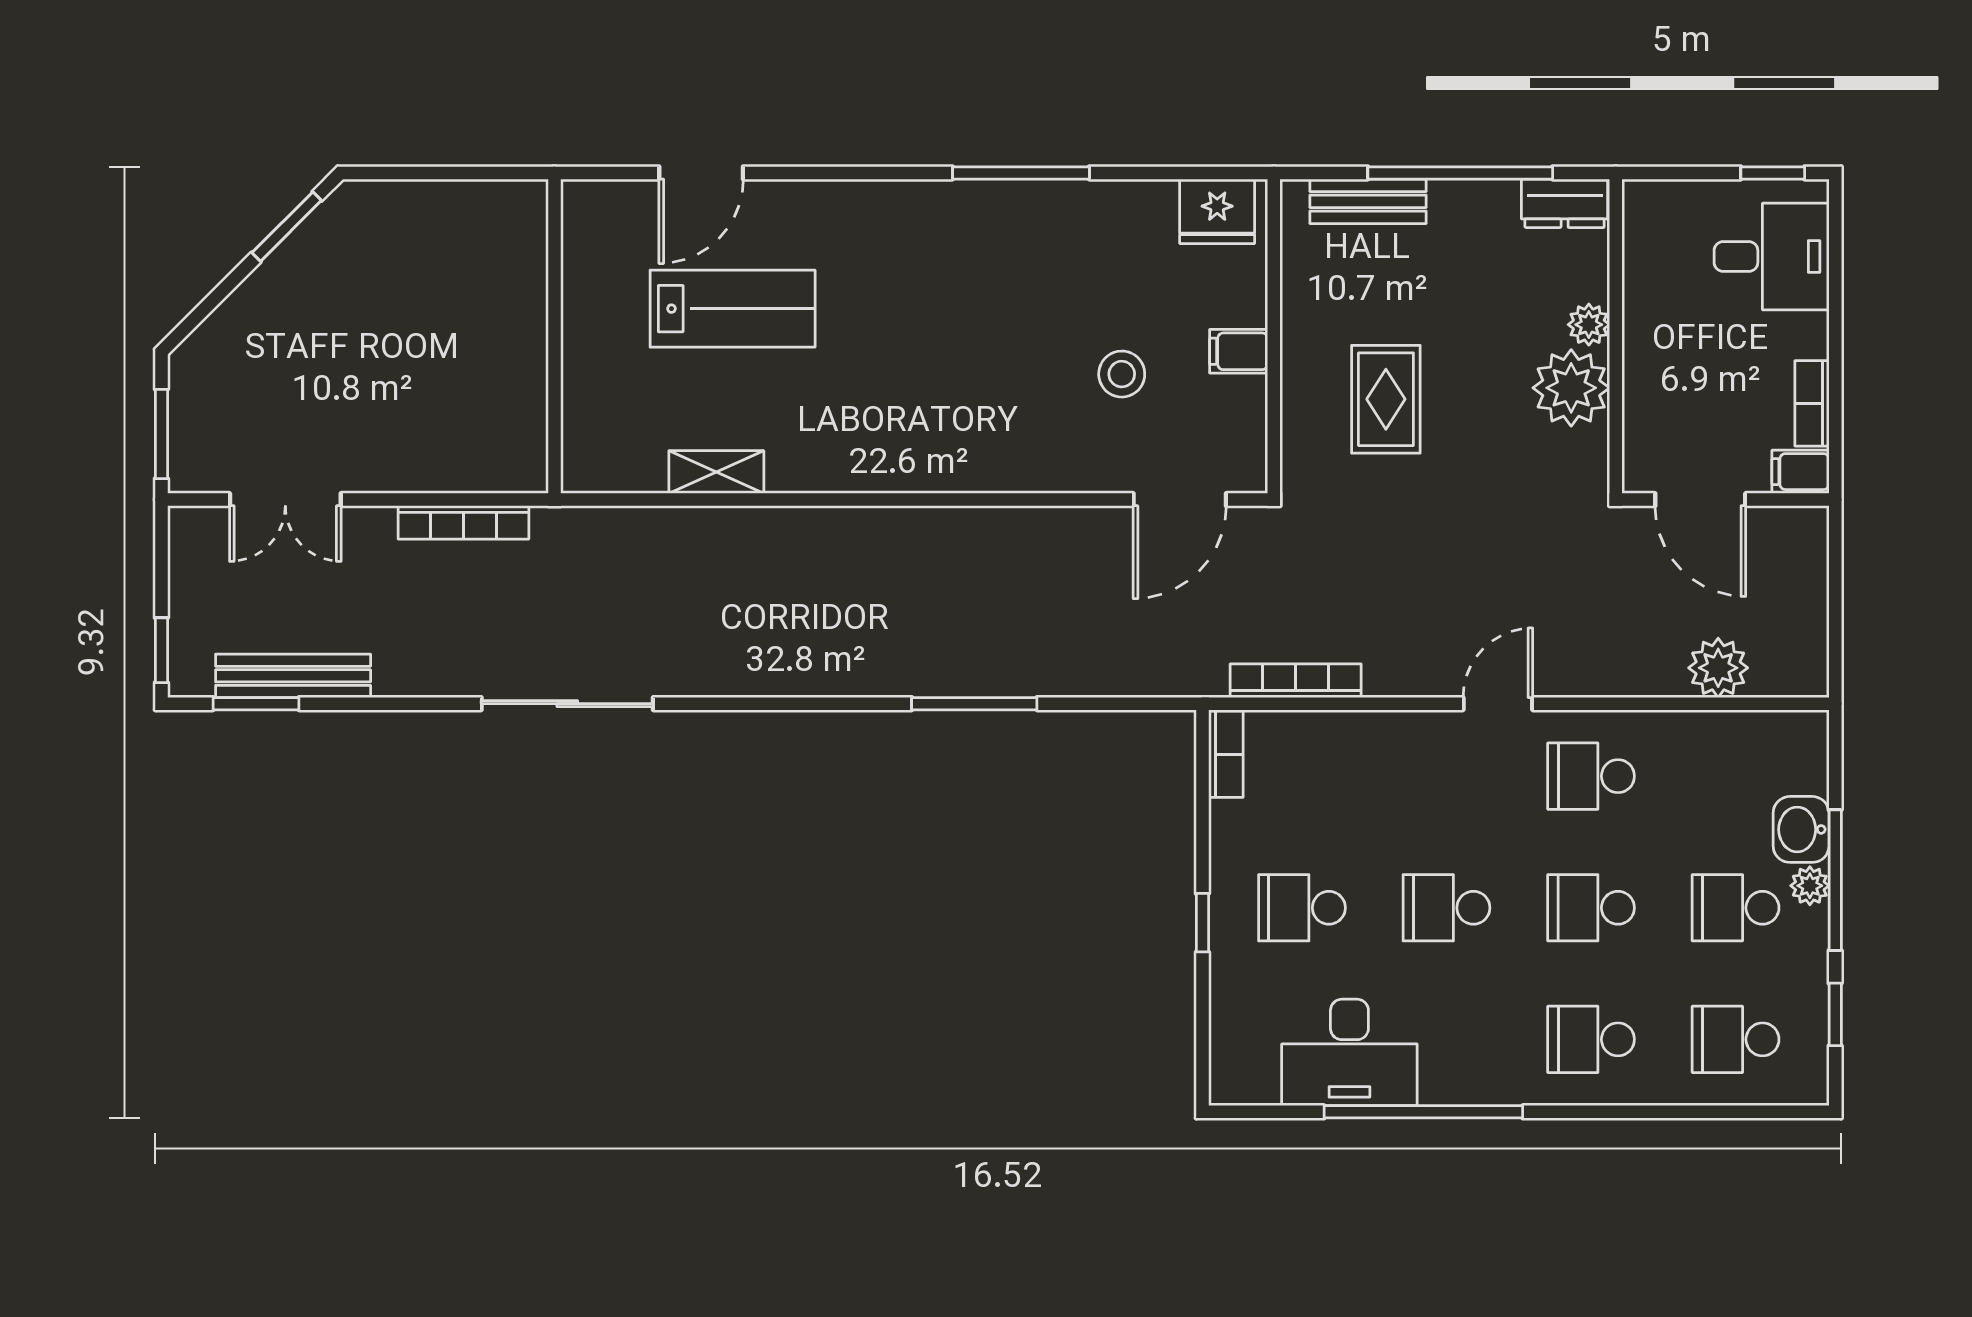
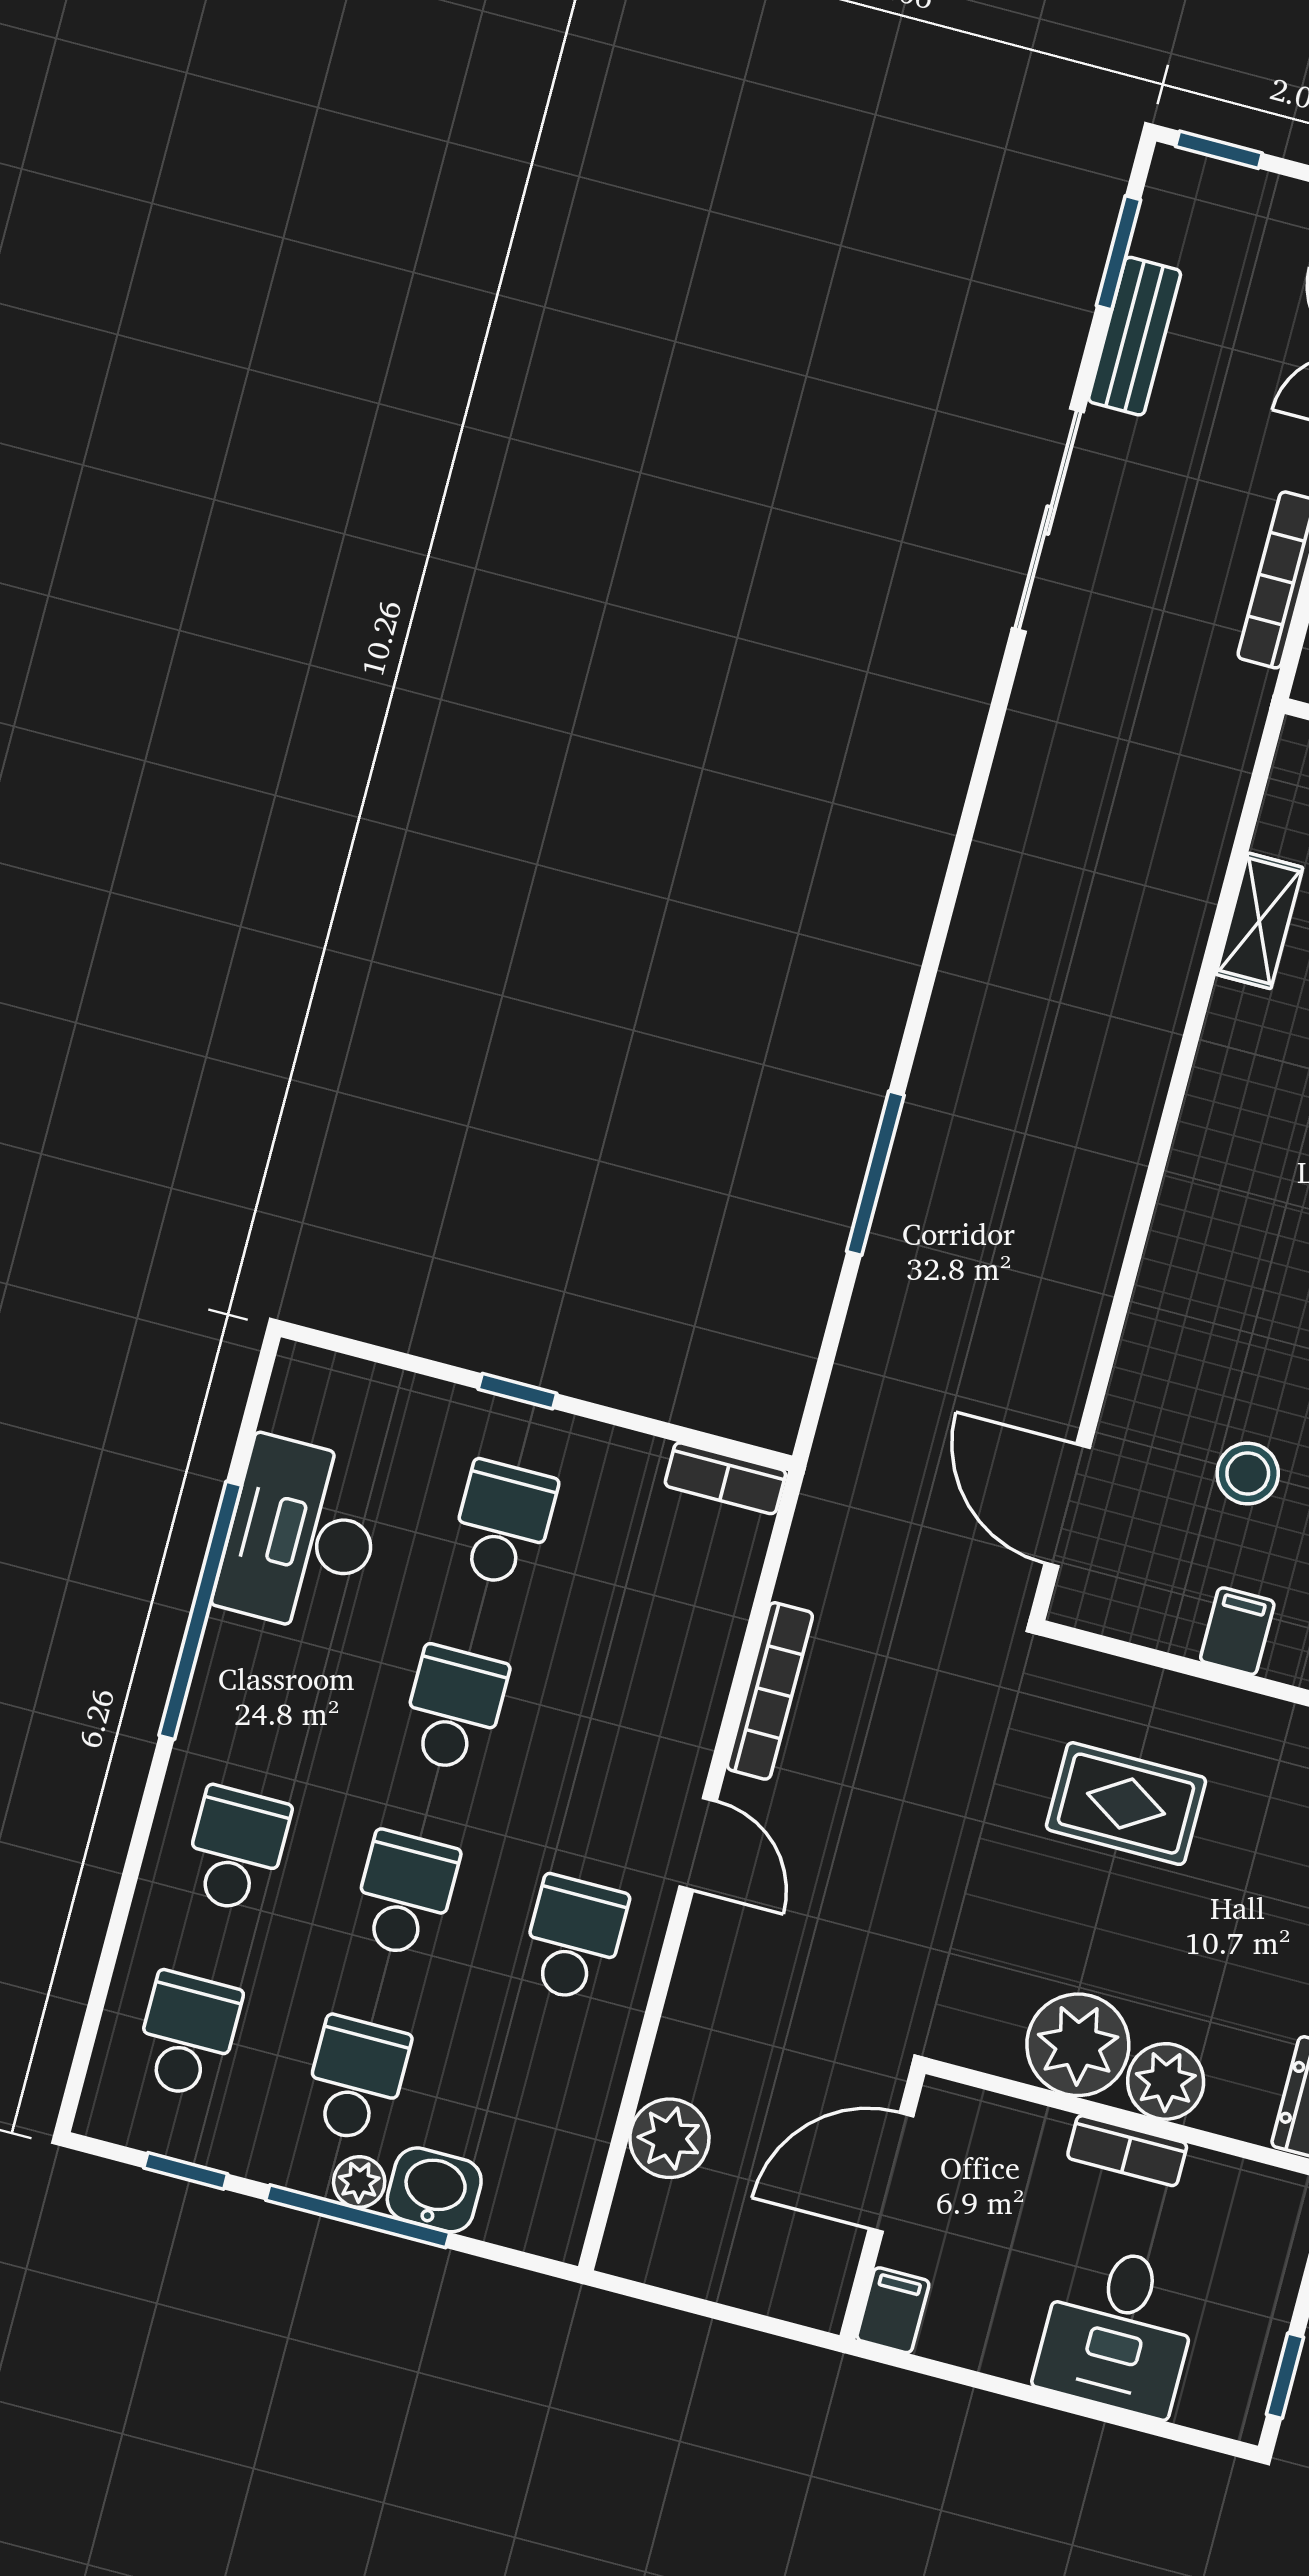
desk: (1772, 257) -> (1118, 2330), moved
plant: (1589, 325) -> (1166, 2081), width x1.38, depth x1.38
bookcase: (1812, 403) -> (1127, 2151), moved, turned 180
bench: (293, 676) -> (1135, 336), width x0.73
bookcase: (1296, 681) -> (770, 1691), moved
sliding door: (567, 704) -> (1048, 520), moved

